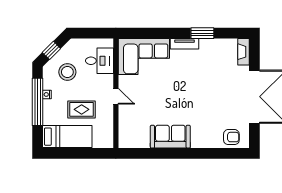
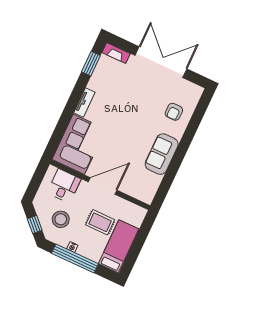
window: (202, 33) -> (91, 64), moved
door: (116, 96) -> (103, 186), width x1.88
rug: (82, 109) -> (100, 222), turned 90
armchair: (231, 137) -> (174, 112), moved, turned 180

